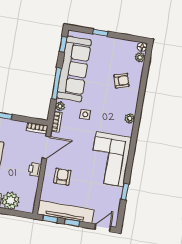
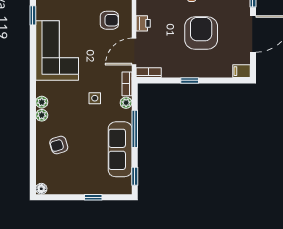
plant: (140, 57) -> (42, 115), moved
sofa: (74, 69) -> (120, 149), width x0.74, depth x0.79
armchair: (62, 177) -> (109, 20), turned -90

